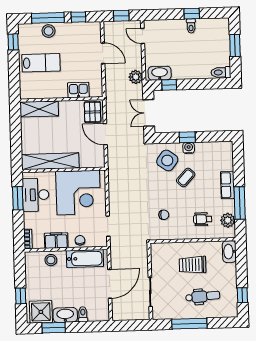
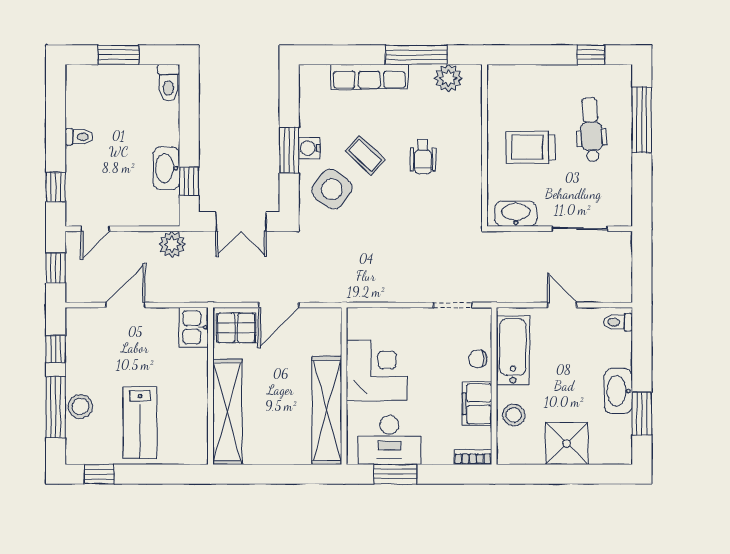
window: (192, 14) -> (56, 187), moved
lab bench: (41, 63) -> (140, 423), turned 180
washbasin: (160, 73) -> (166, 168), moved
kitchen sink: (78, 90) -> (194, 327), moved
shelving: (39, 109) -> (227, 412), width x1.47
window: (187, 137) -> (289, 150), width x1.50
row of seats: (227, 185) -> (369, 77), width x1.48
corner desk: (78, 193) -> (377, 370), width x0.74, depth x0.74
chair: (164, 215) -> (434, 199), removed
wheelchair: (203, 219) -> (423, 157), moved
washbasin: (229, 252) -> (516, 214), moved, turned 180
trolley: (193, 265) -> (531, 147), turned 90
door: (110, 284) -> (562, 305), width x0.53
window: (21, 296) -> (580, 474), removed
shower: (41, 312) -> (567, 443), moved
toilet: (83, 314) -> (618, 322), moved
window: (189, 324) -> (642, 120), moved

